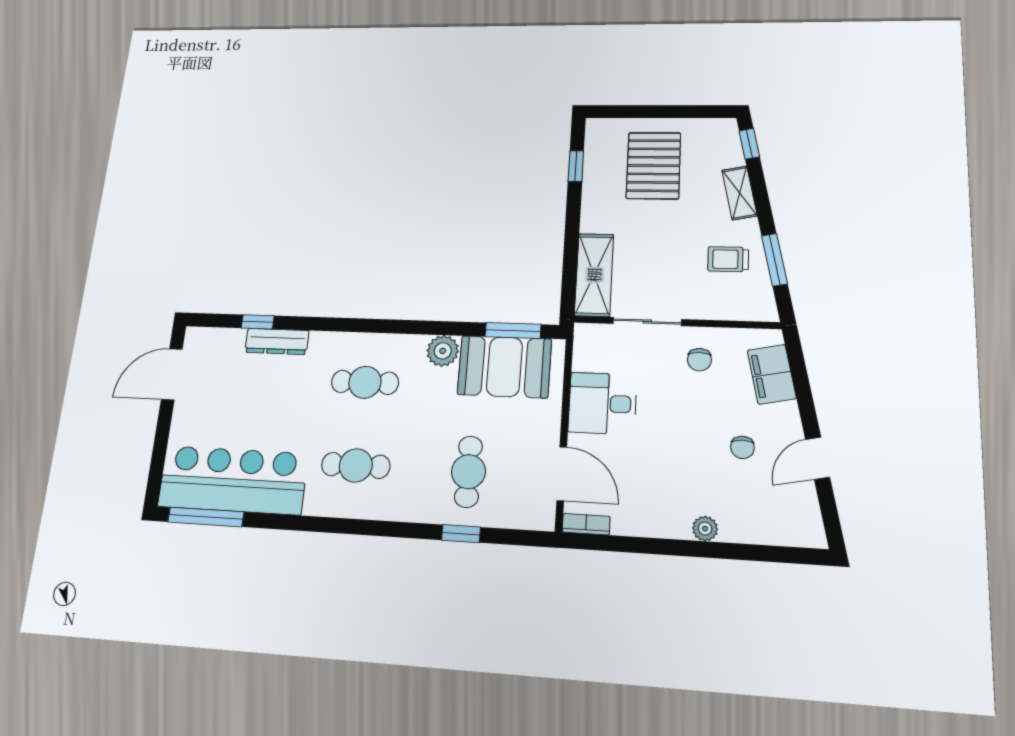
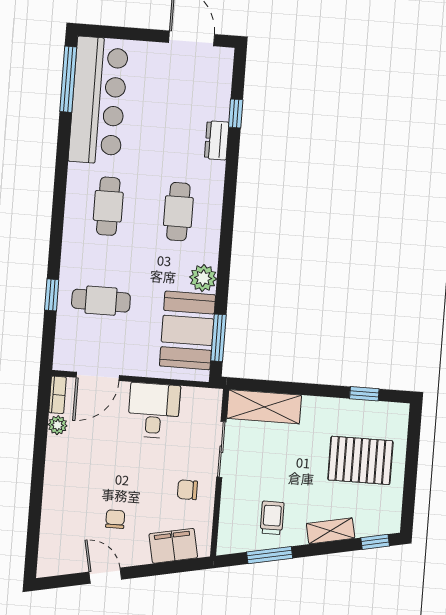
dresser: (277, 341) -> (217, 140), width x0.70
chair: (742, 447) -> (115, 519), turned 90
plant: (705, 529) -> (58, 425), moved

